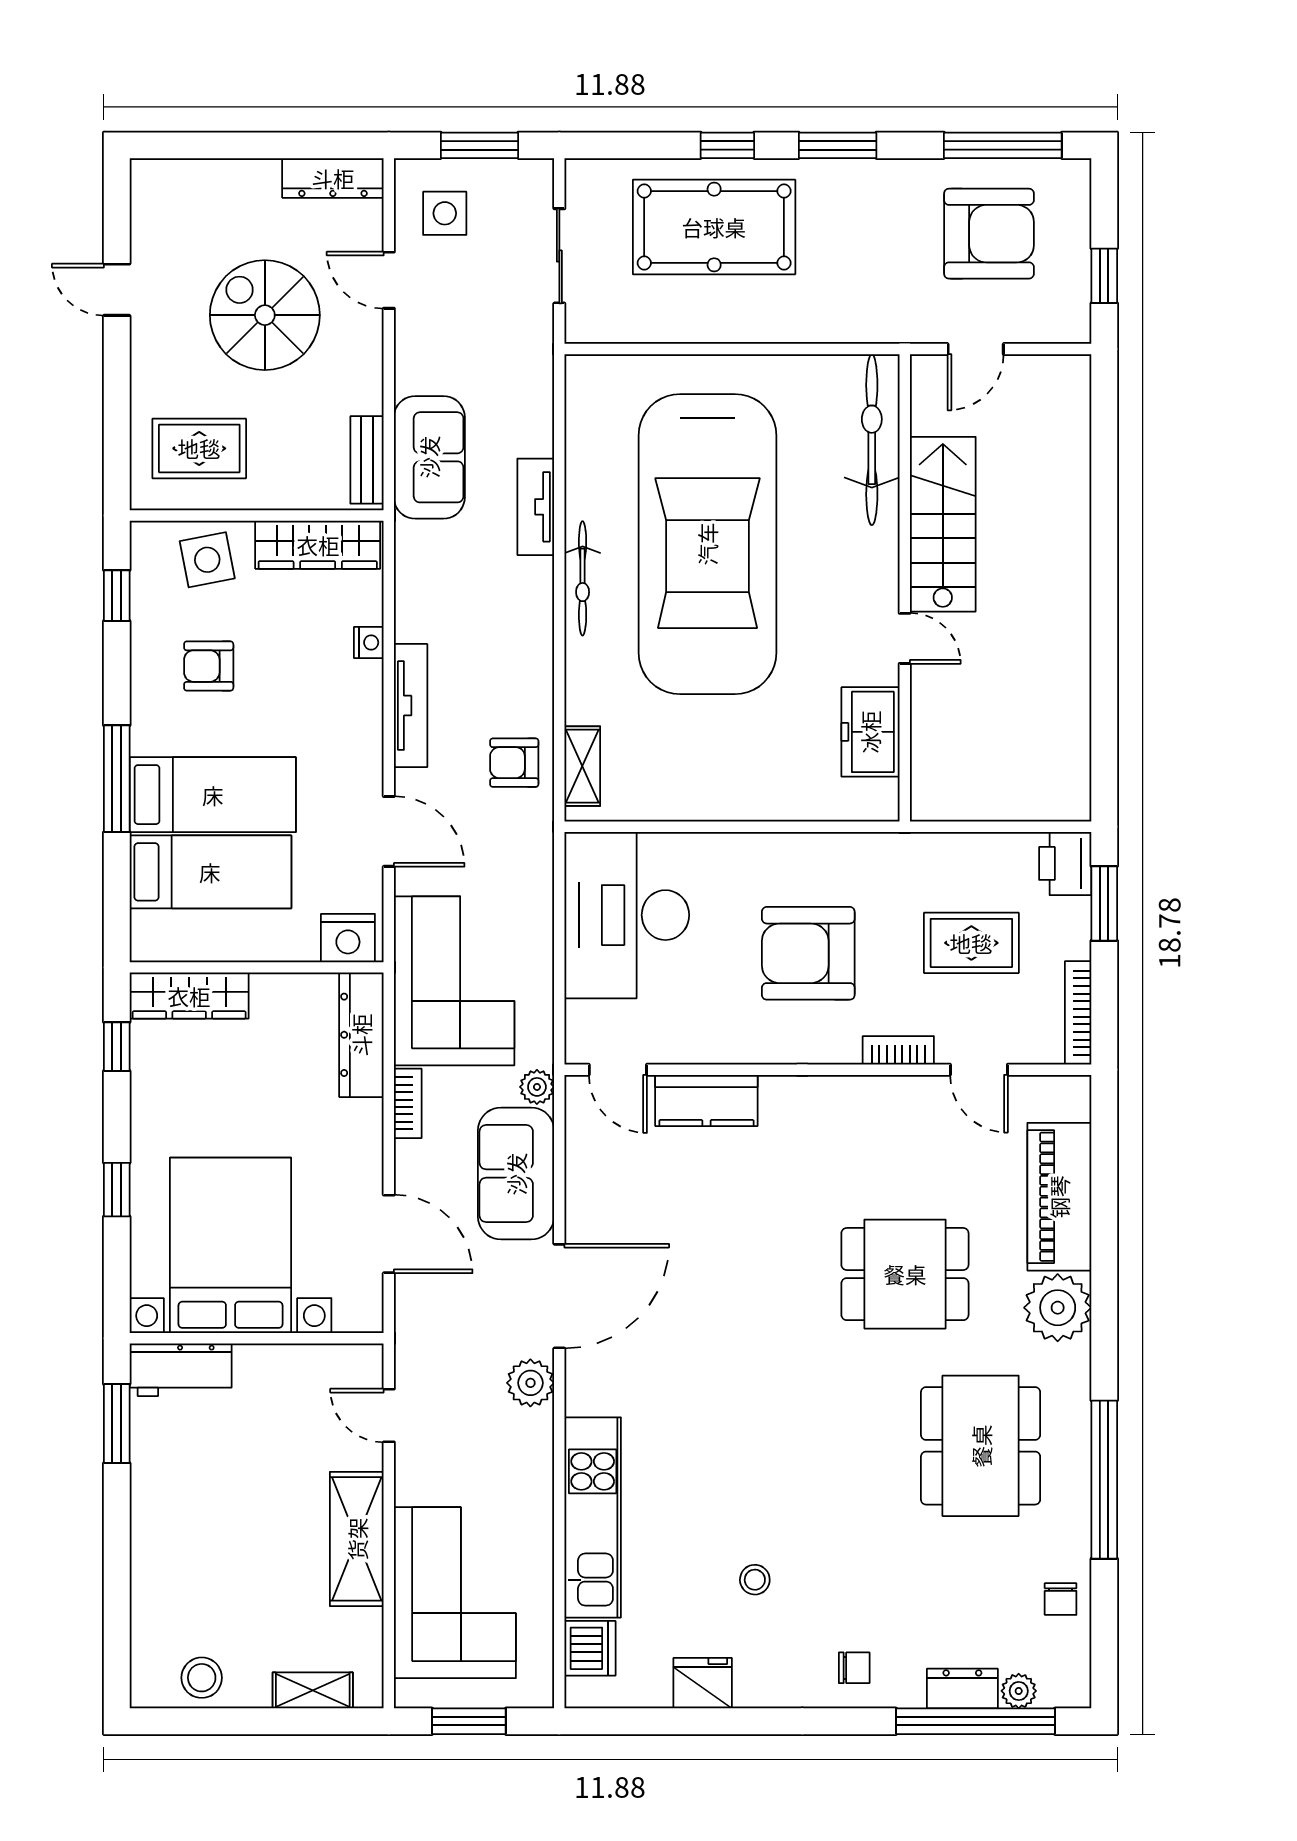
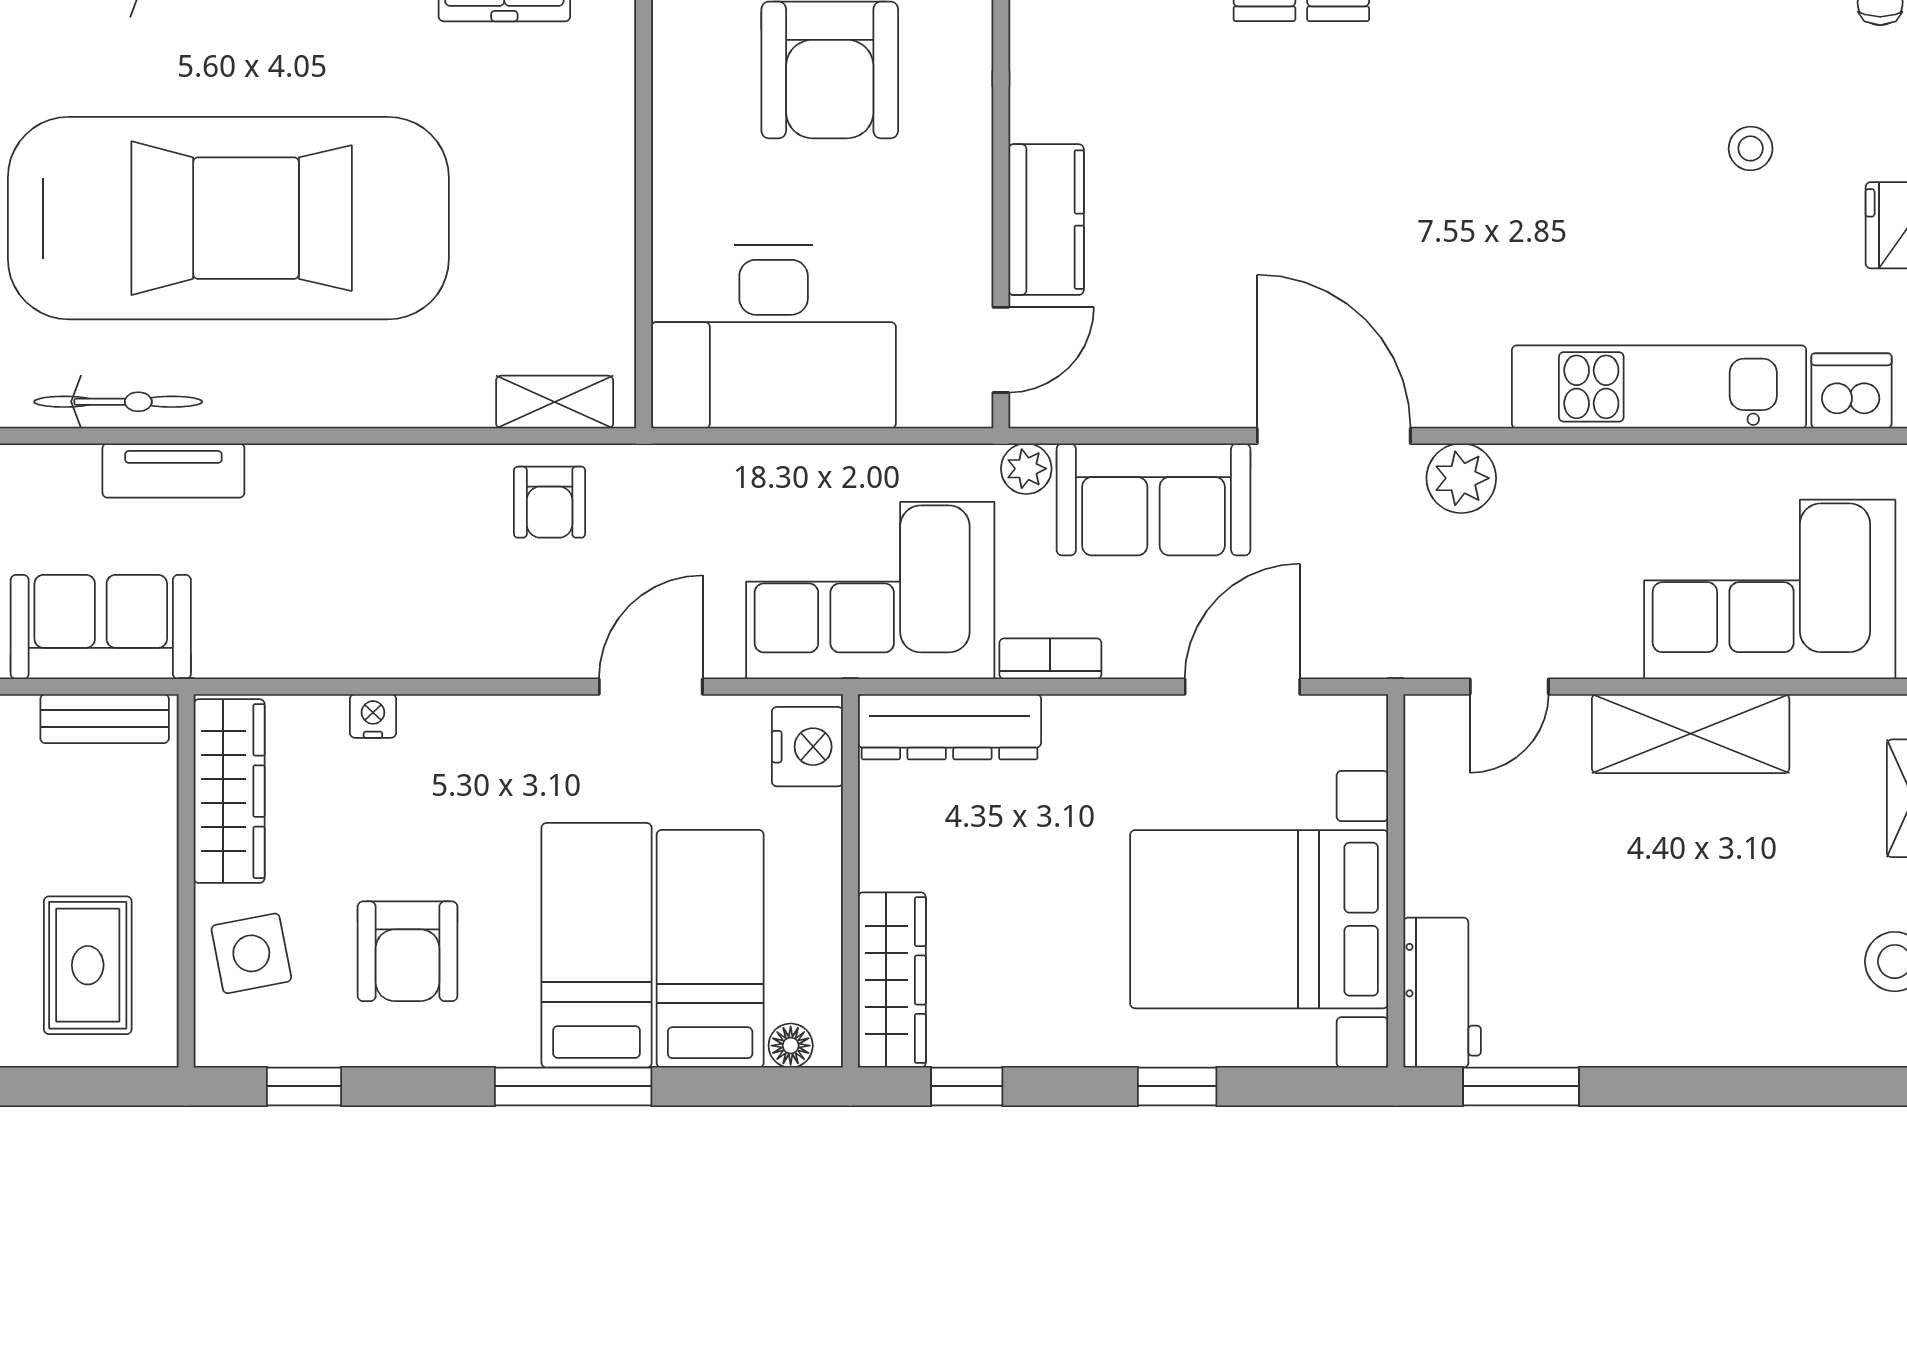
bicycle: (583, 578) -> (118, 402), moved
armchair: (209, 666) -> (408, 951), width x1.38, depth x1.38
tv unit: (411, 706) -> (466, 655), removed
floor lamp: (145, 927) -> (791, 1046), added

